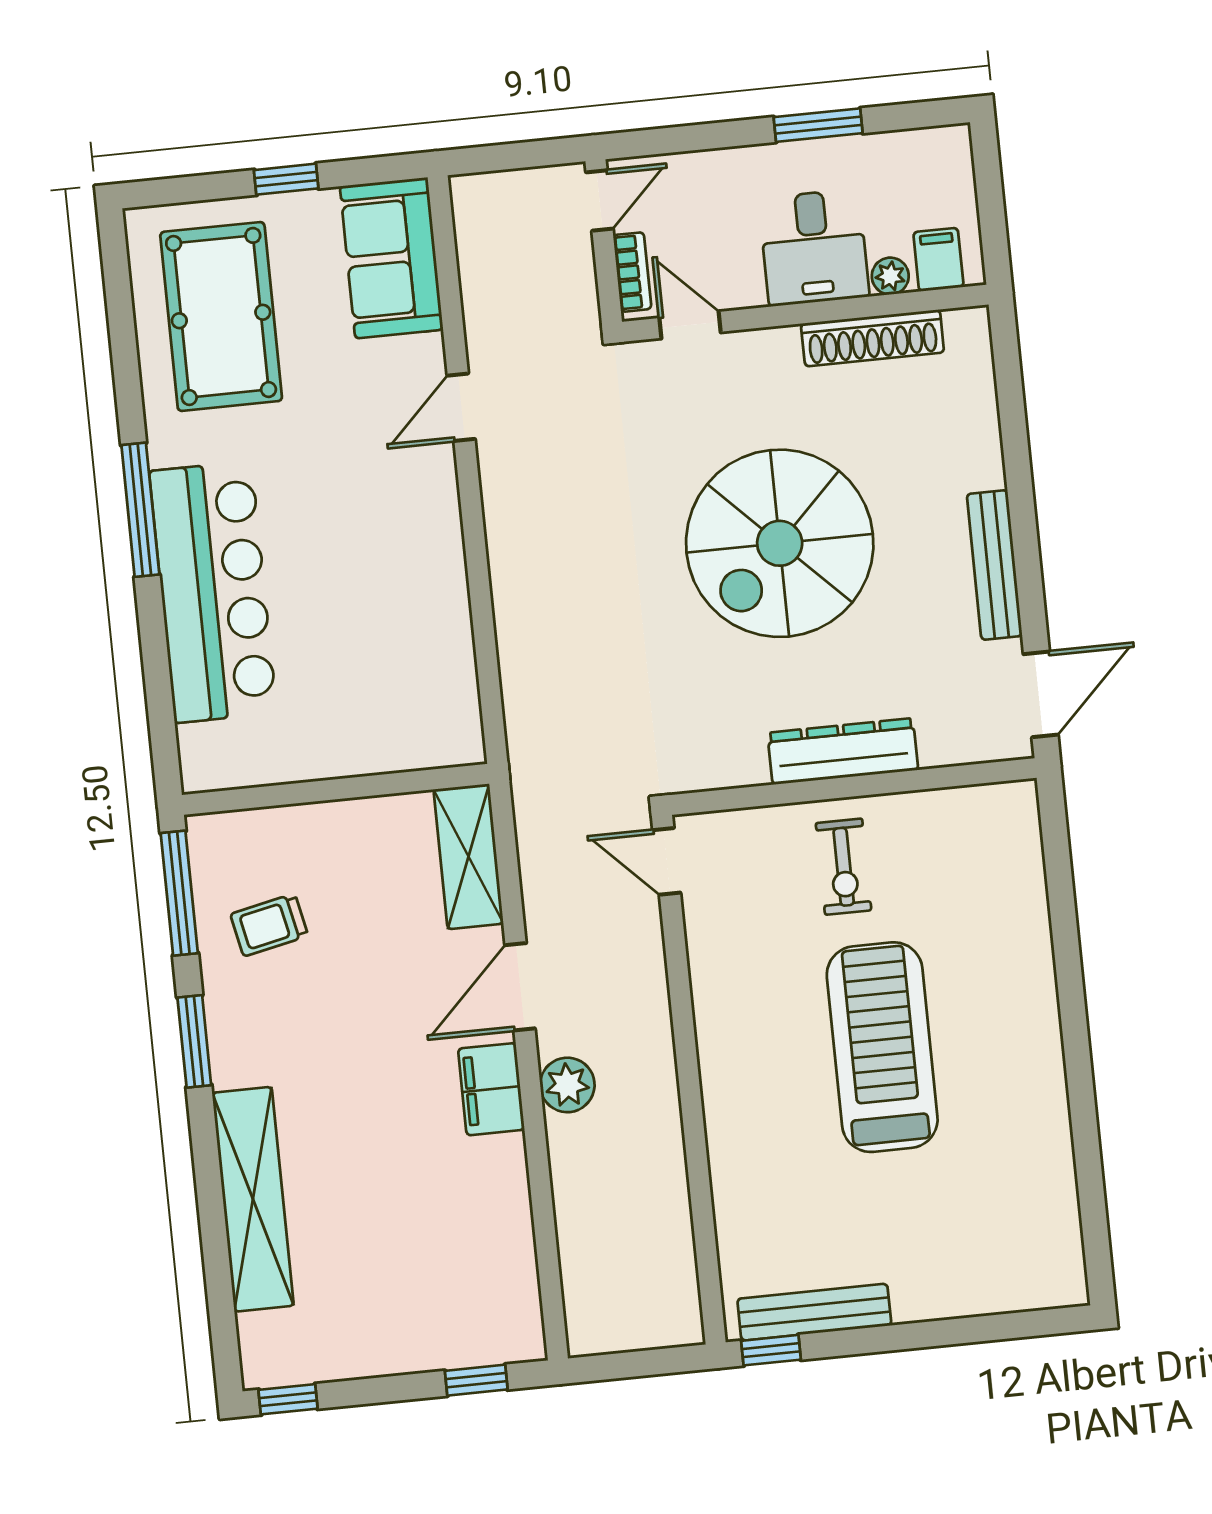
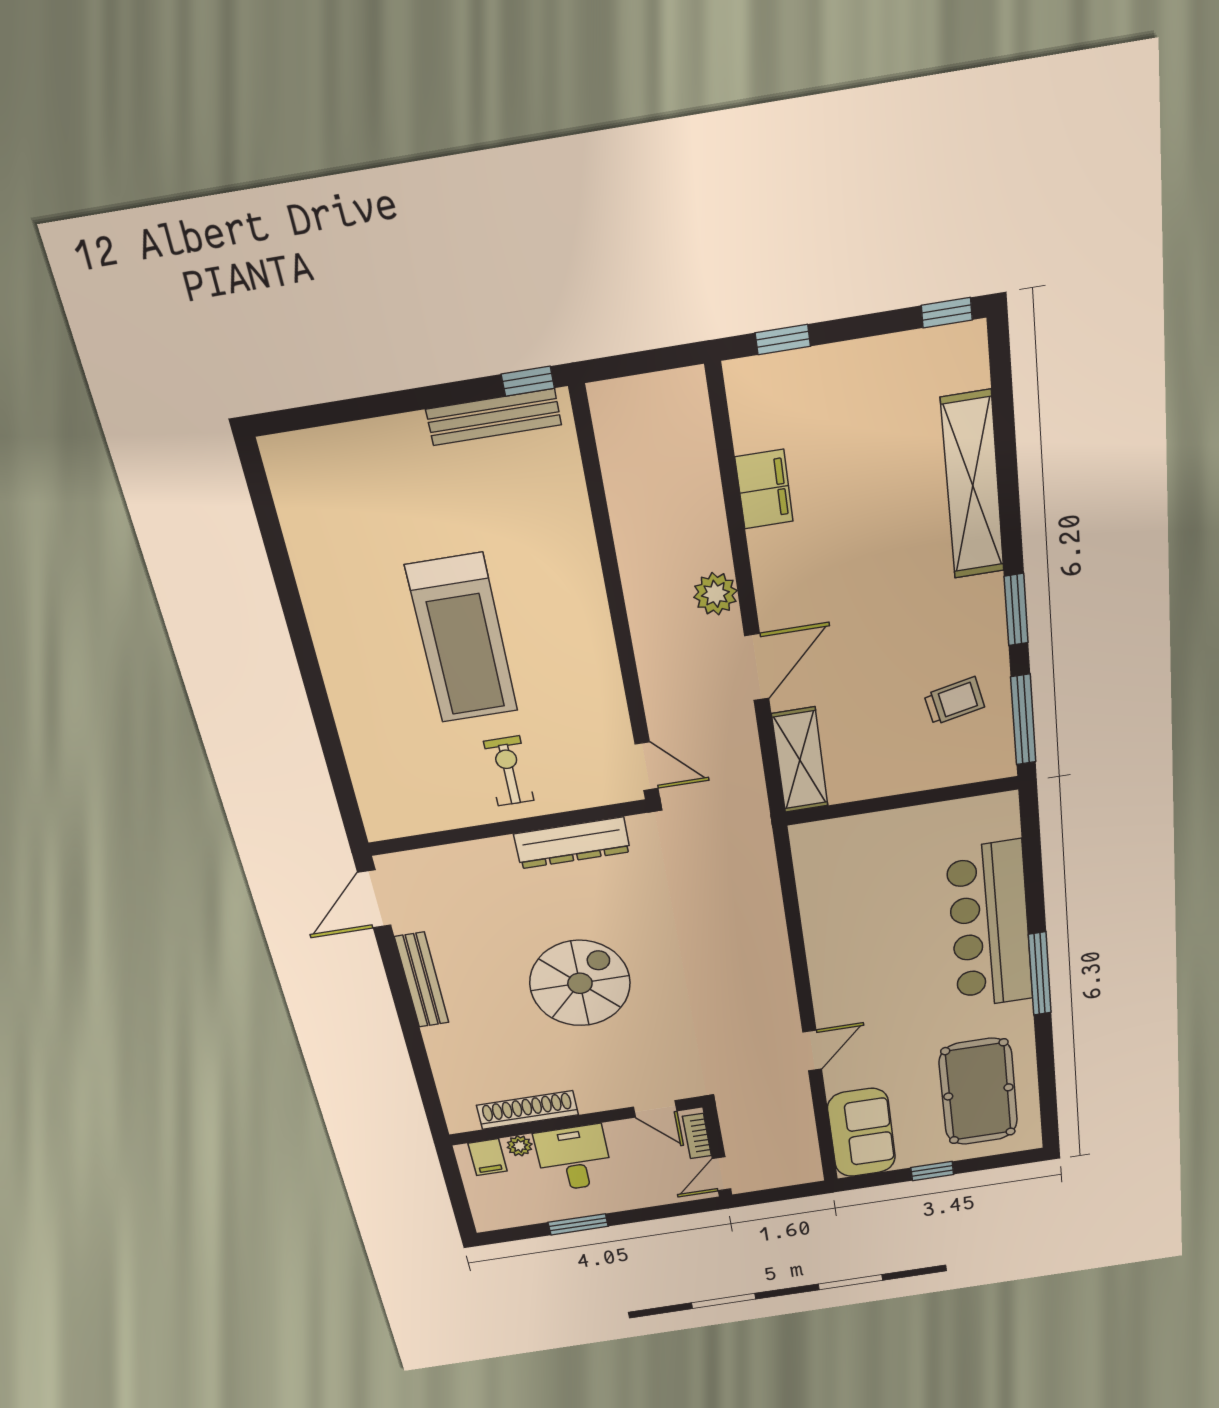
spiral stairs: (780, 543) -> (580, 983), width x0.73, depth x0.73
dresser: (843, 751) -> (572, 843), moved
filing cabinet: (491, 1089) -> (764, 489), moved

